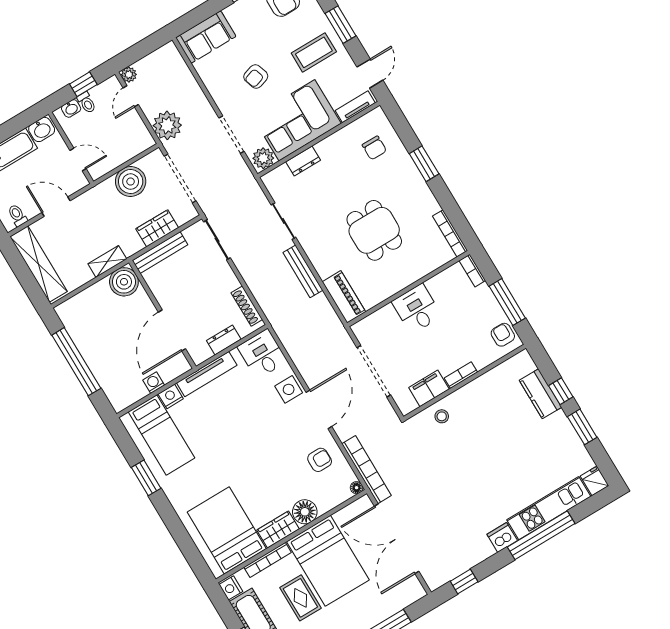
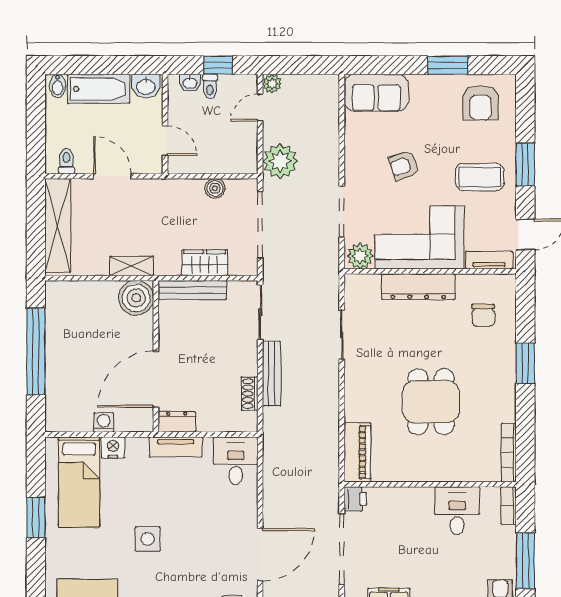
dresser: (303, 161) -> (418, 287), width x1.96, depth x1.24
boiler: (131, 182) -> (215, 188), width x0.54, depth x0.54
bench: (303, 271) -> (272, 374), moved
shoe rack: (247, 306) -> (250, 394), width x0.70
desk: (417, 309) -> (457, 511), moved
printer: (362, 330) -> (355, 499), added
dresser: (224, 340) -> (177, 422), moved
tv unit: (207, 374) -> (176, 447), width x0.71
side table: (289, 389) -> (148, 539), moved

